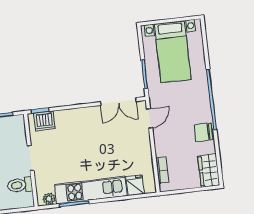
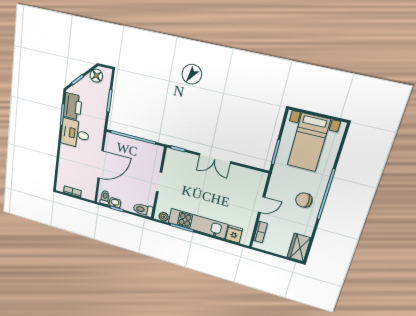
double door: (118, 102) -> (215, 158), moved
door: (149, 118) -> (262, 205), moved
dishwasher: (44, 121) -> (179, 158), removed
chair: (204, 132) -> (304, 200), moved
toilet: (20, 185) -> (143, 210), moved

